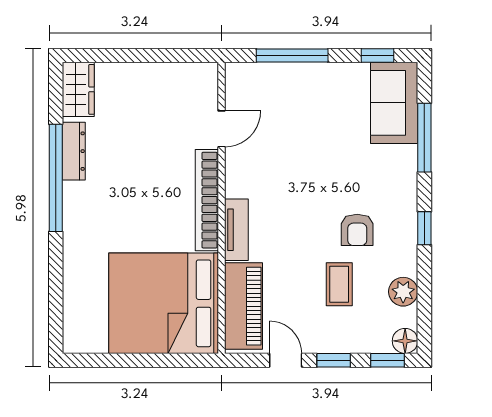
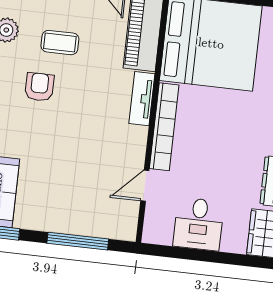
desk: (154, 92) -> (198, 224), added
coffee table: (339, 284) -> (60, 43), turned 90

